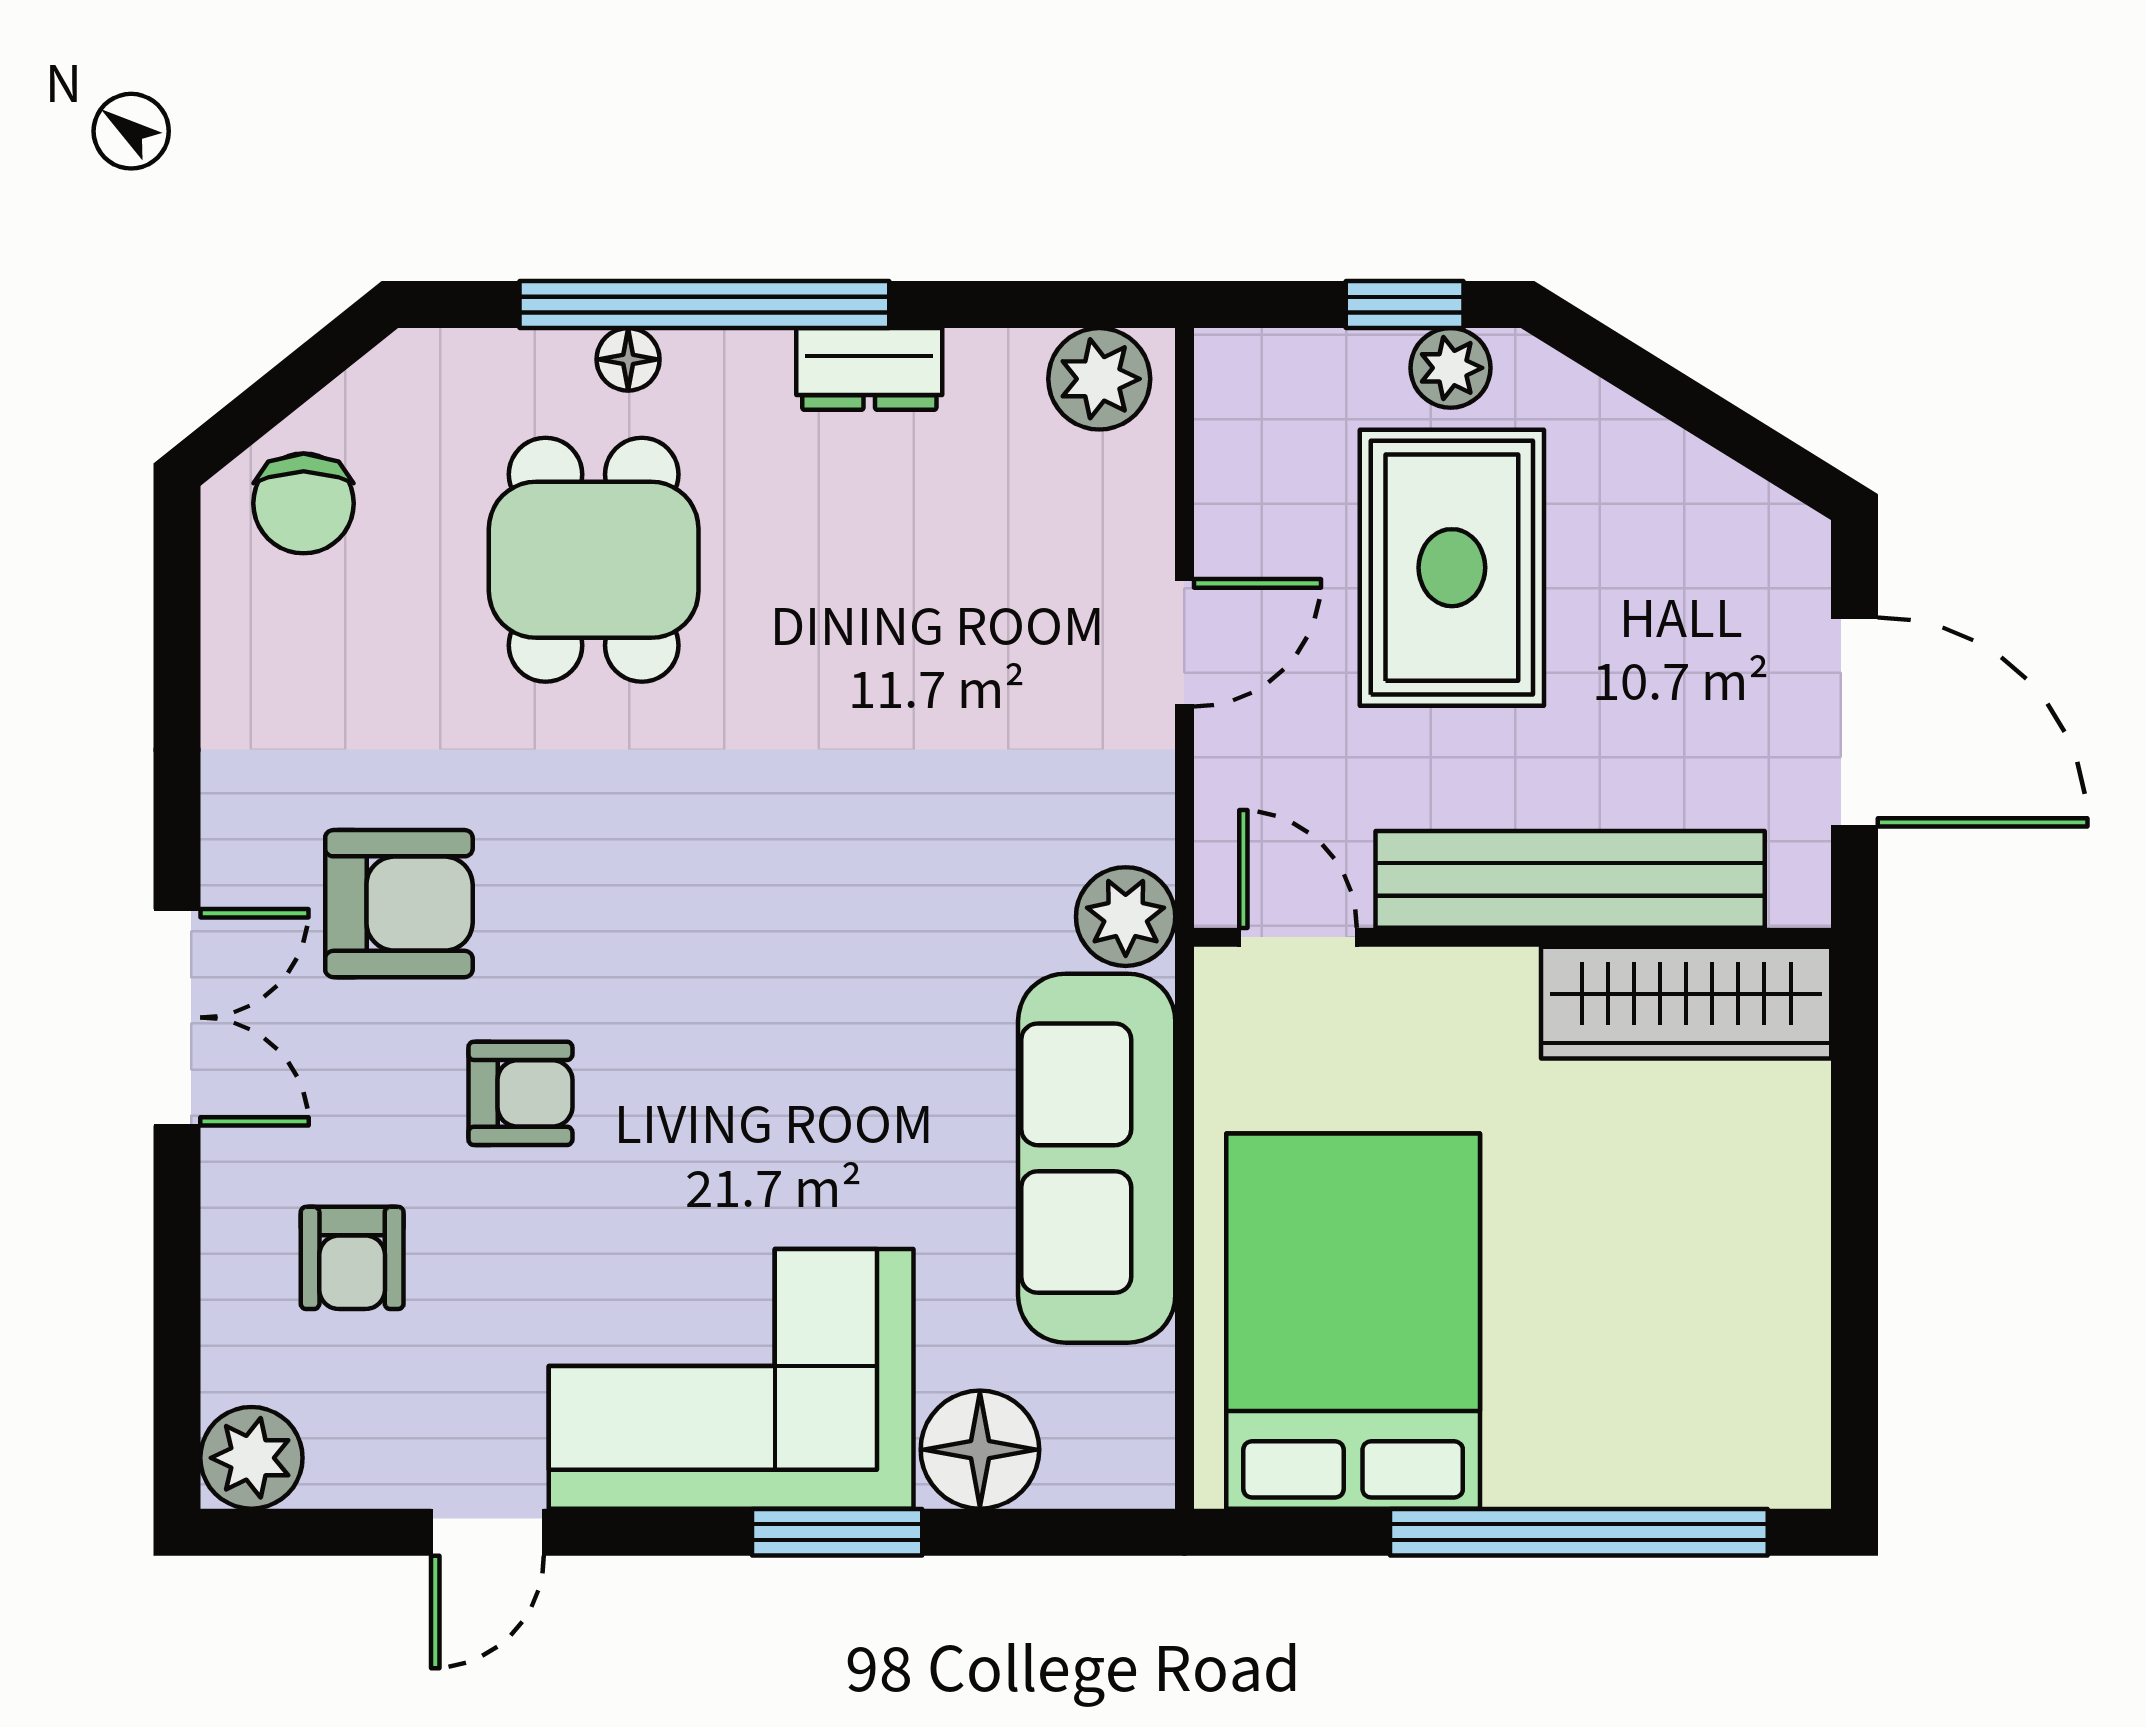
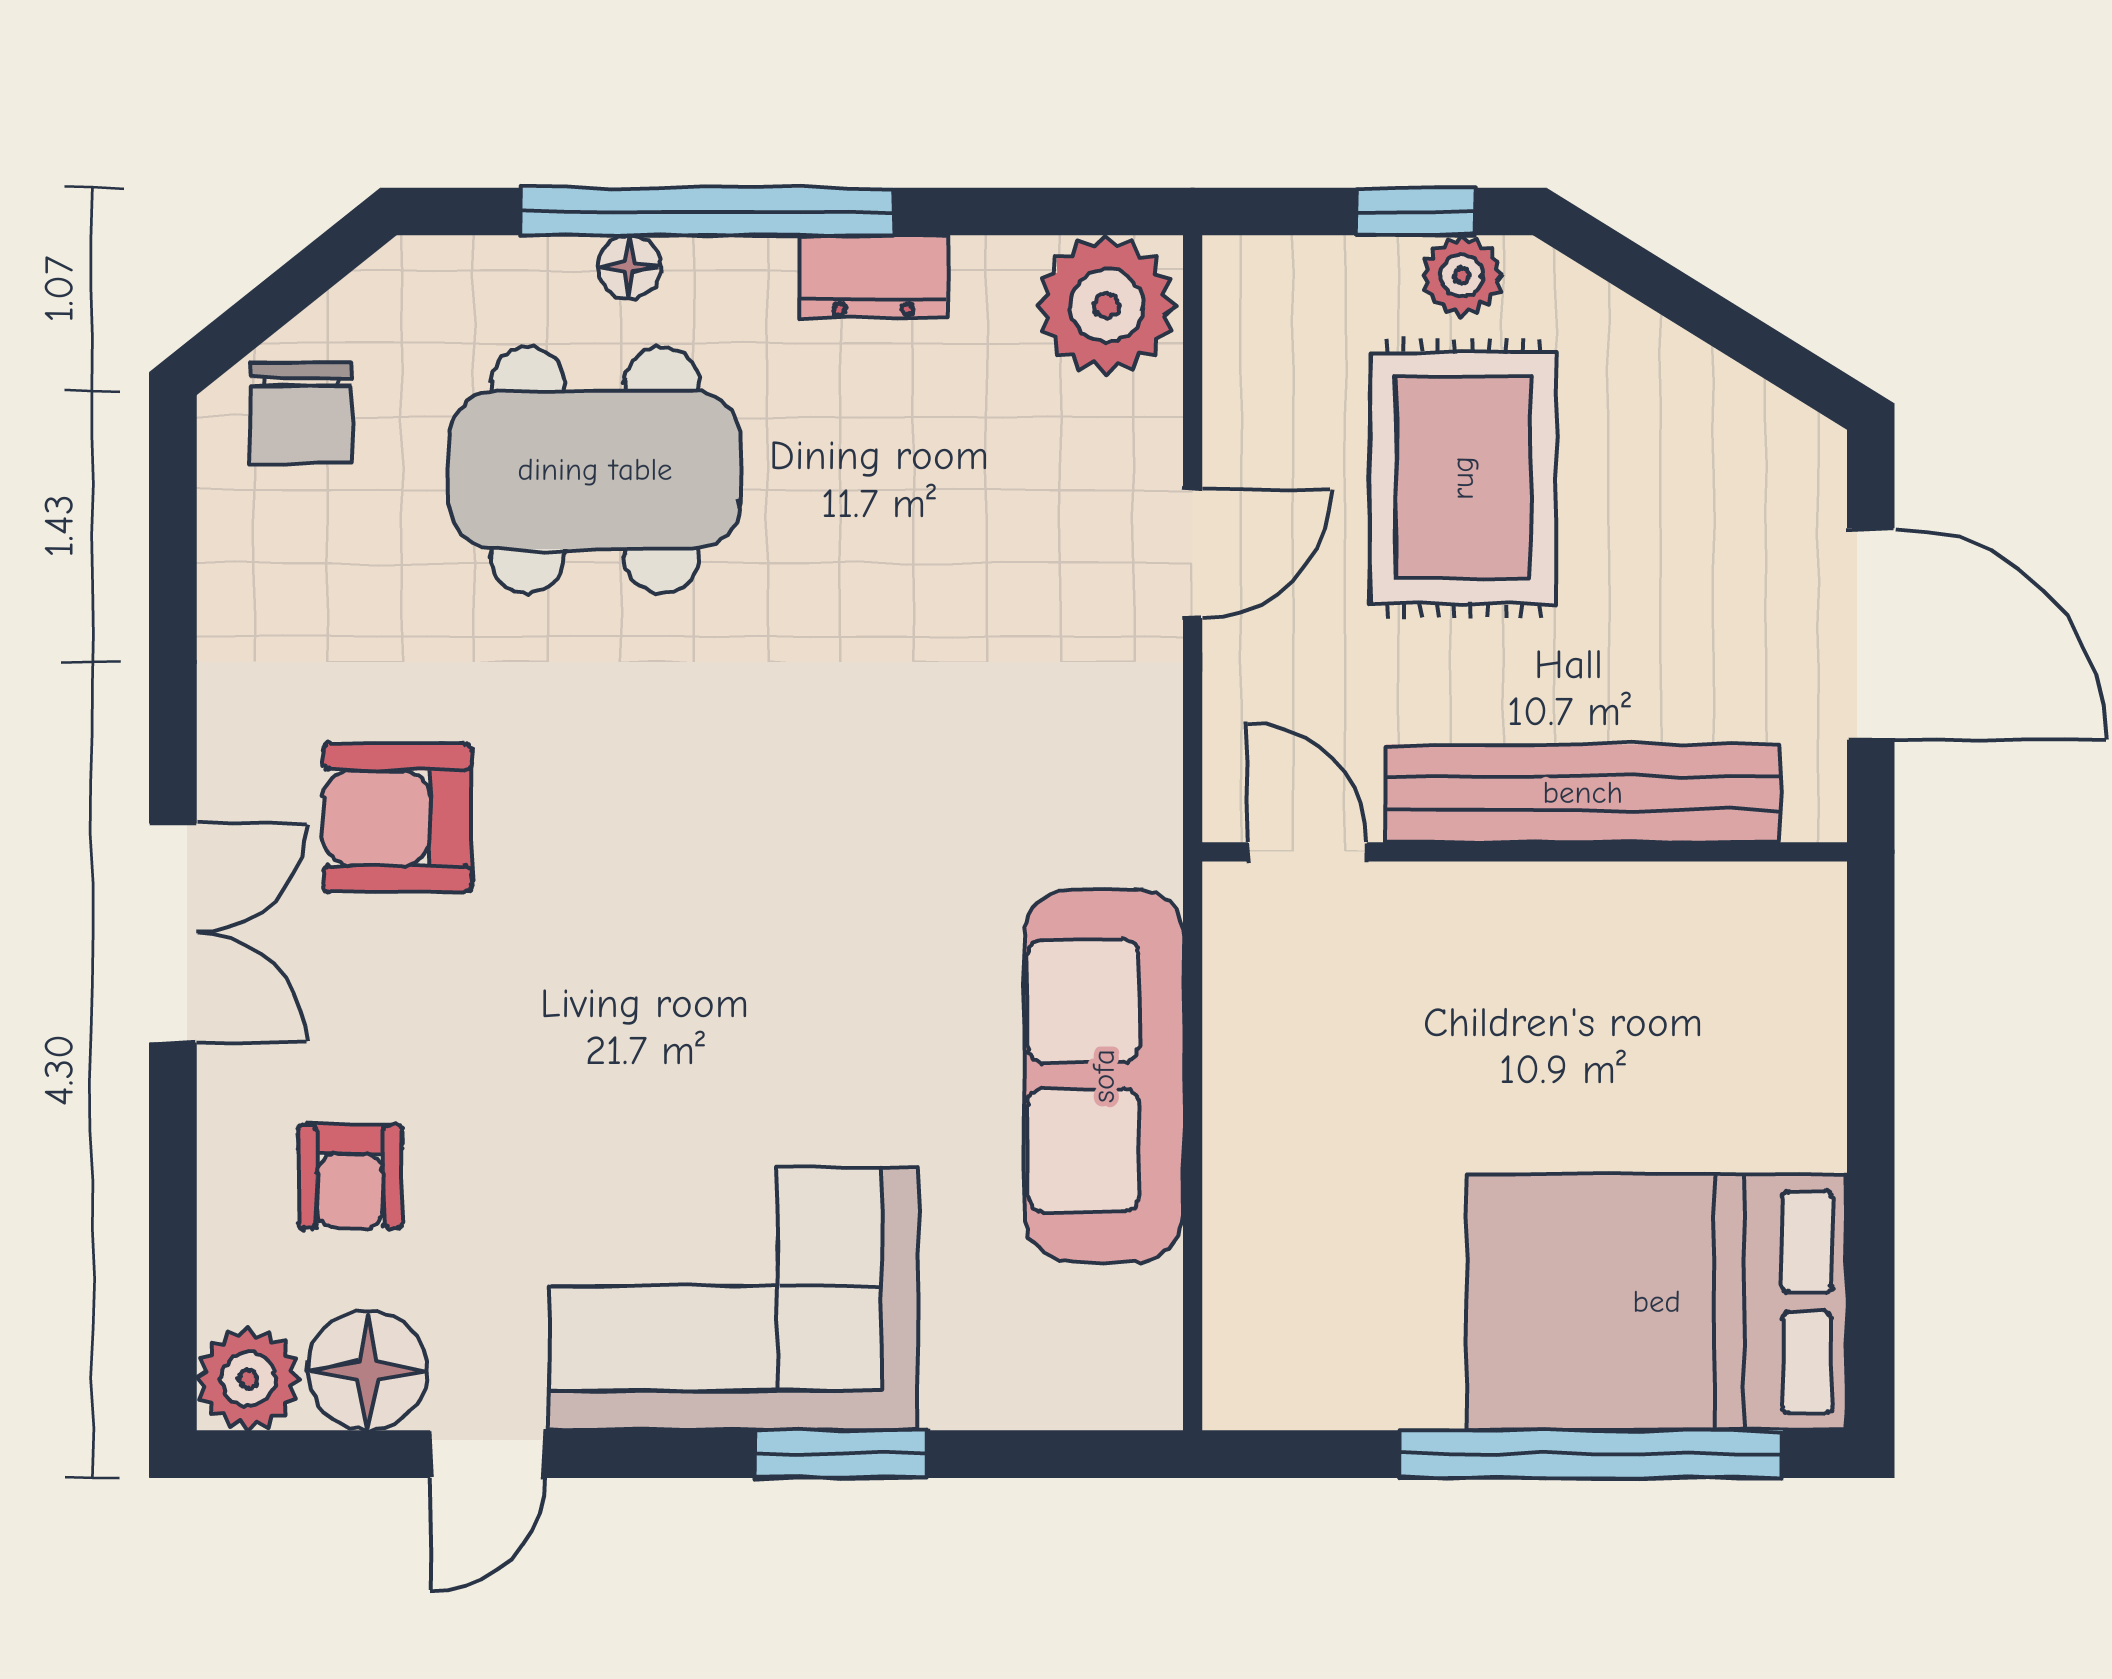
plant: (1099, 379) -> (1106, 305), width x1.36, depth x1.36
dining table: (594, 560) -> (595, 470), width x1.38
armchair: (399, 904) -> (398, 818), turned 180
plant: (1126, 917) -> (1133, 831), removed
wardrobe: (1686, 1003) -> (1700, 918), removed
armchair: (520, 1093) -> (520, 1010), removed
bed: (1353, 1321) -> (1657, 1302), moved, turned -90
floor lamp: (980, 1450) -> (367, 1370), moved

